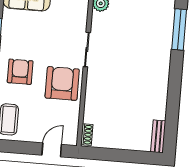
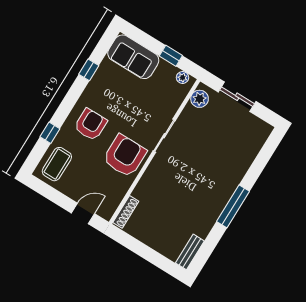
window: (179, 29) -> (233, 206), moved
shoe rack: (87, 135) -> (126, 212), width x1.43

